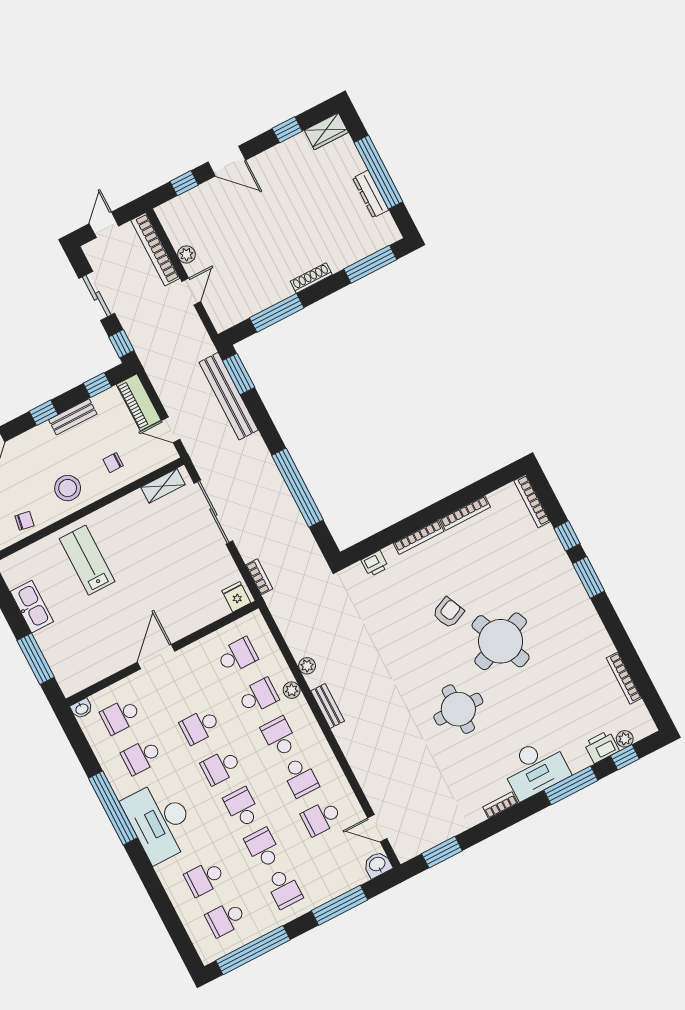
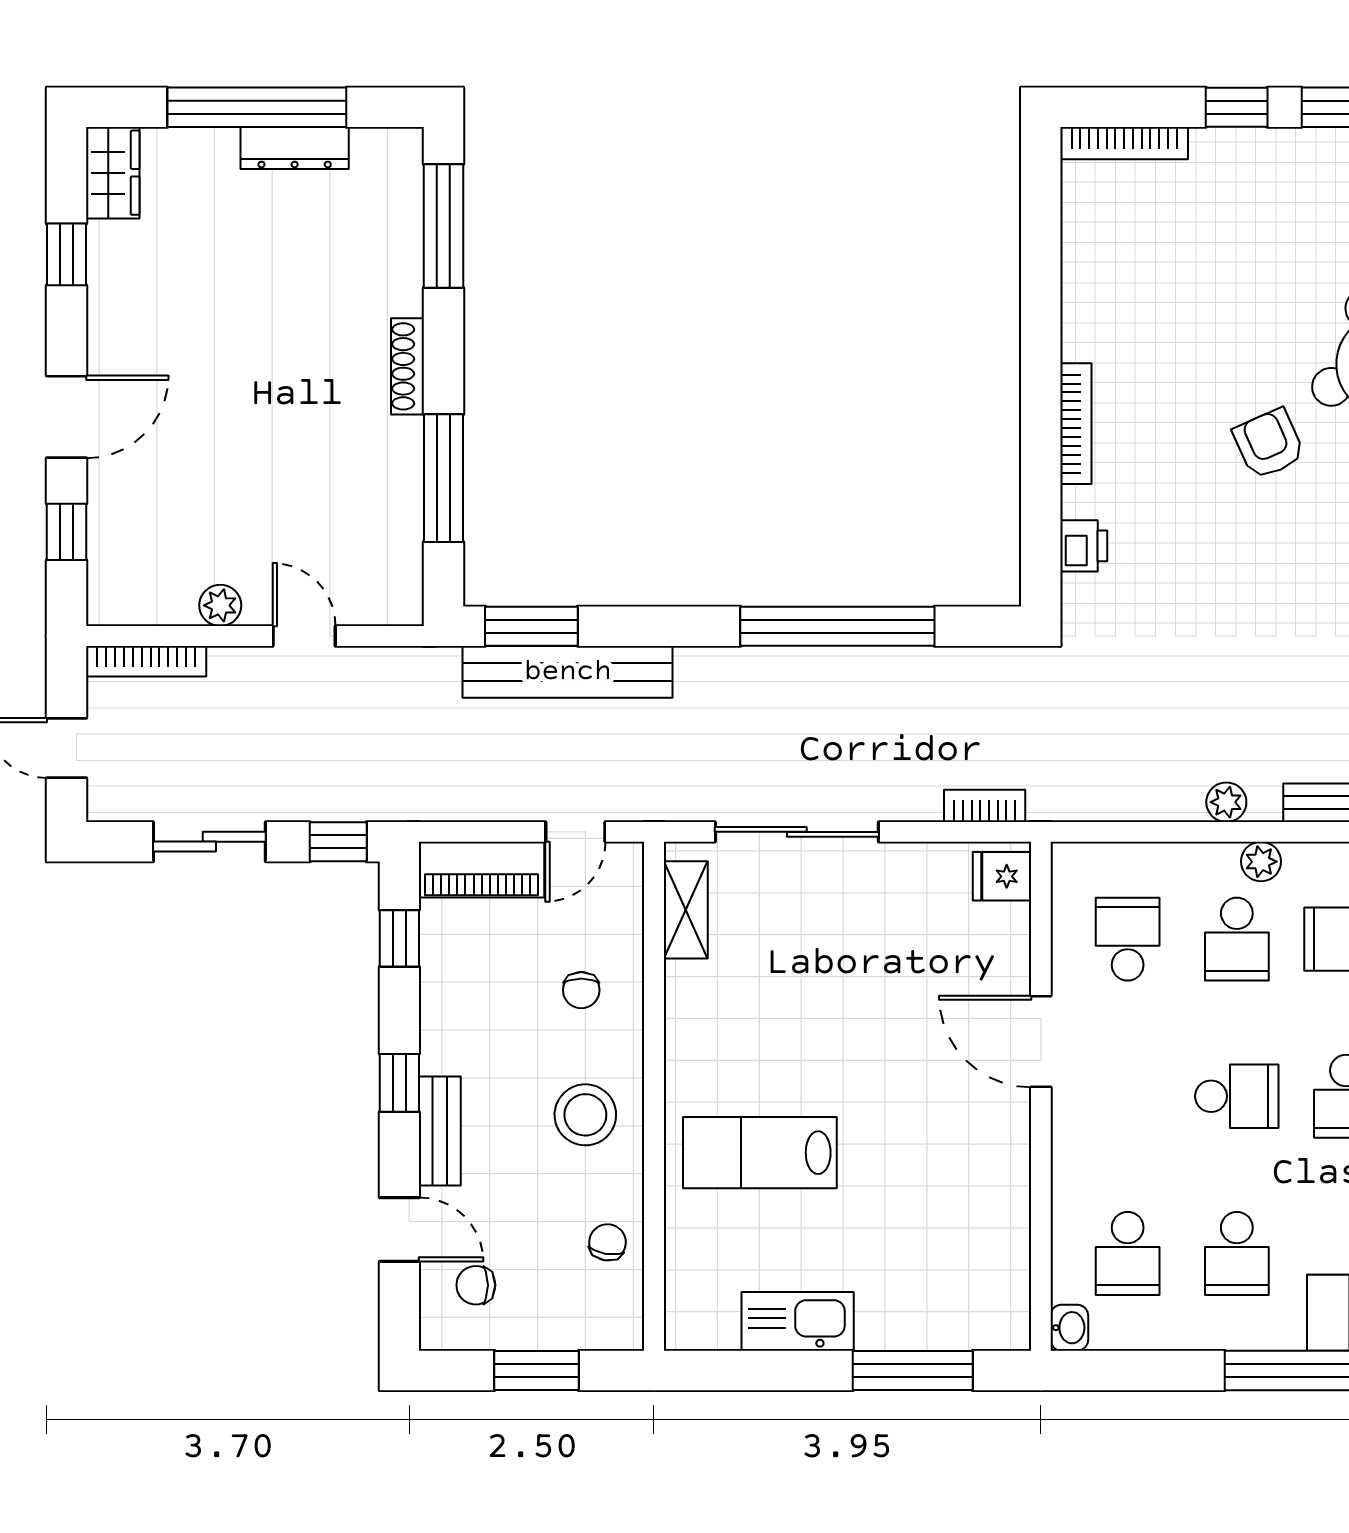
bookcase: (155, 249) -> (146, 661), width x0.68, depth x0.76
bench: (73, 417) -> (440, 1131), moved
bookcase: (465, 513) -> (1076, 298), removed
door: (156, 657) -> (1041, 1041), moved
school desk: (258, 696) -> (1237, 939), turned 180
school desk: (200, 726) -> (1237, 1096), turned -90

